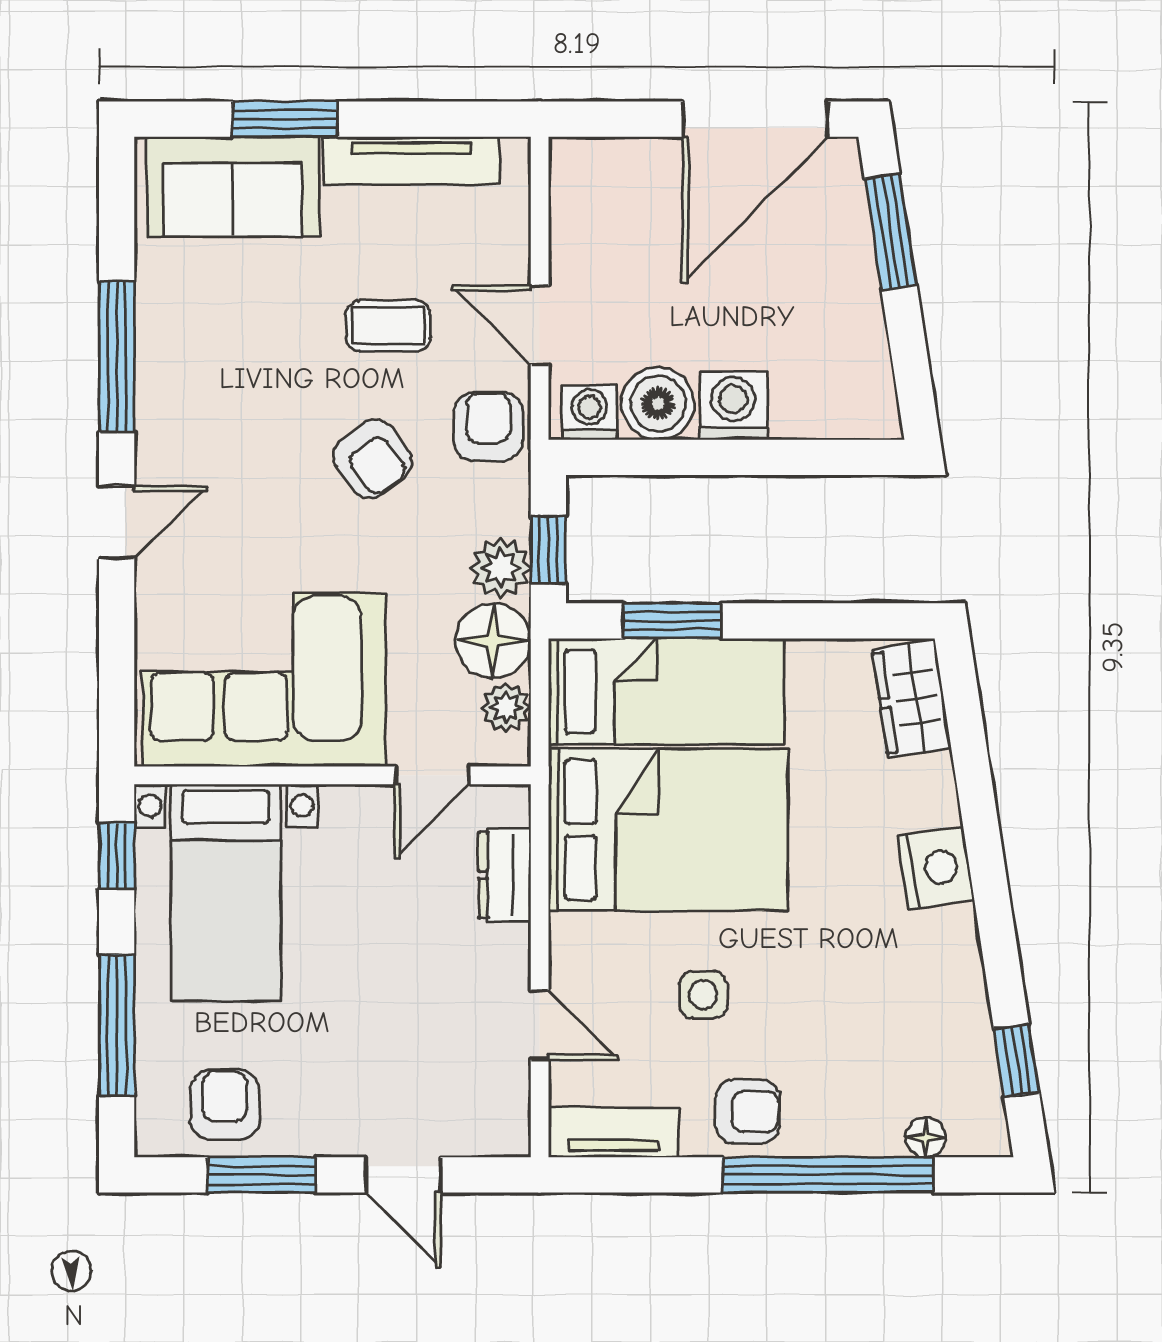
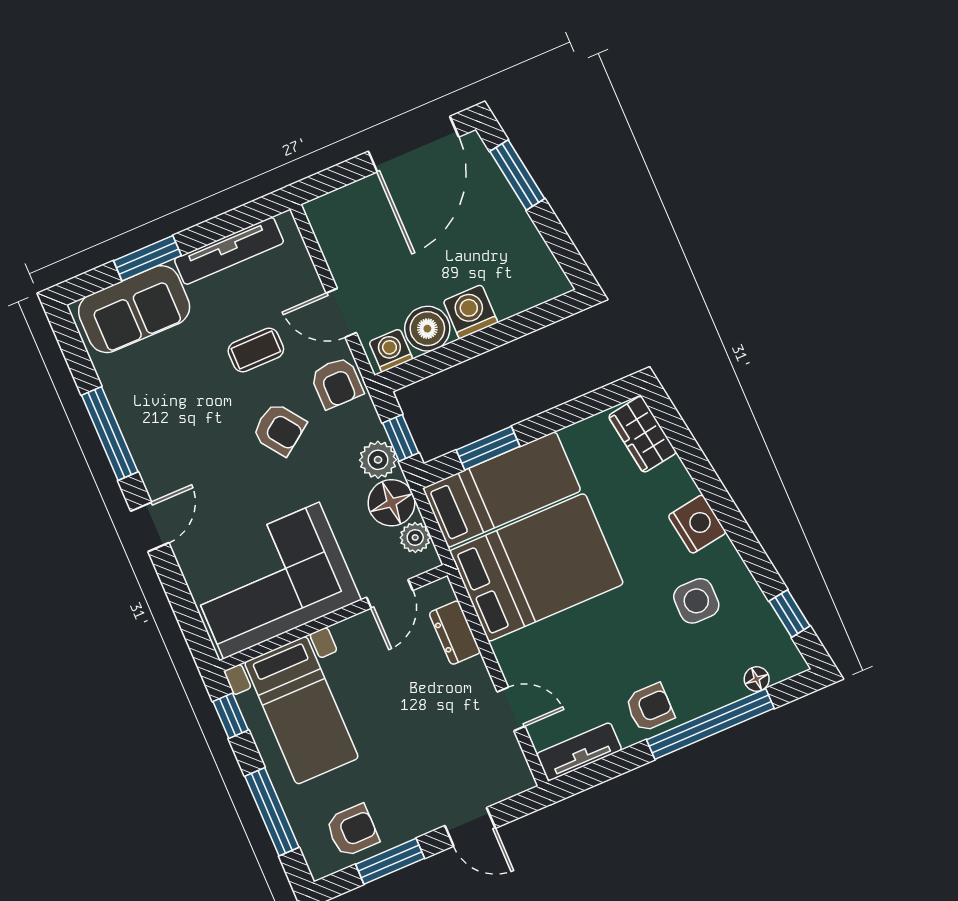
armchair: (488, 426) -> (337, 383), turned 180
side table: (703, 995) -> (696, 601), moved, width x1.37, depth x1.37
armchair: (225, 1105) -> (352, 831), turned 90

